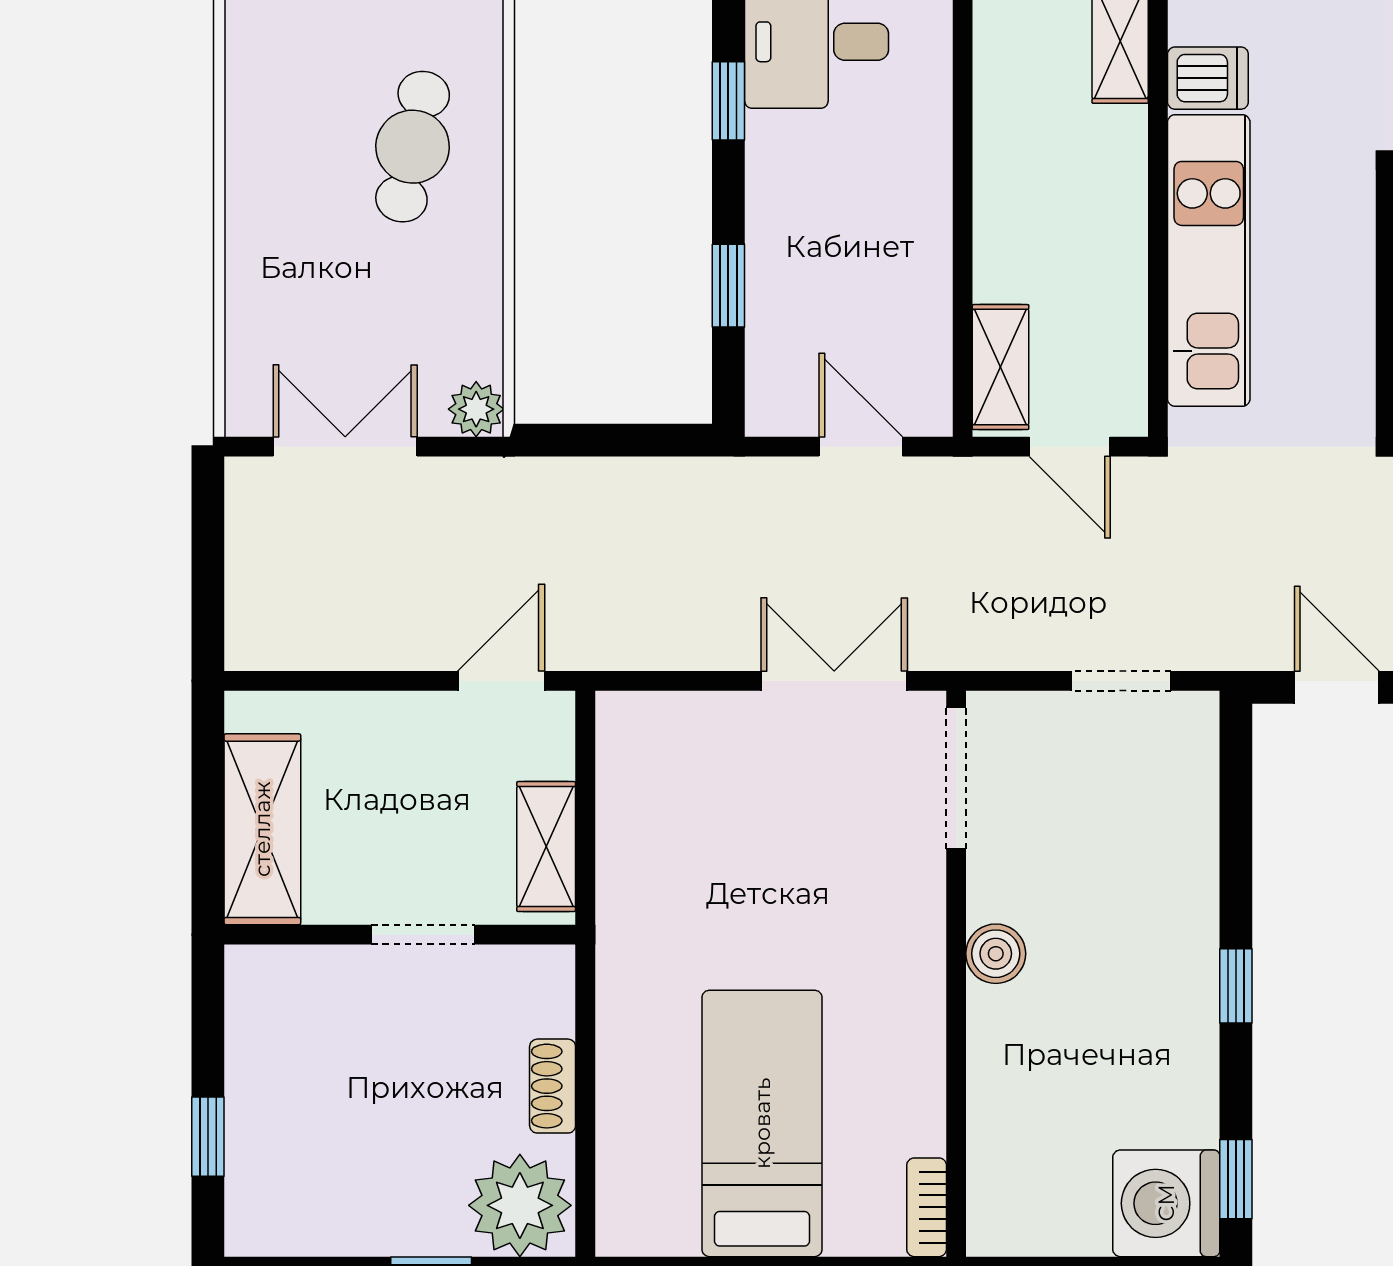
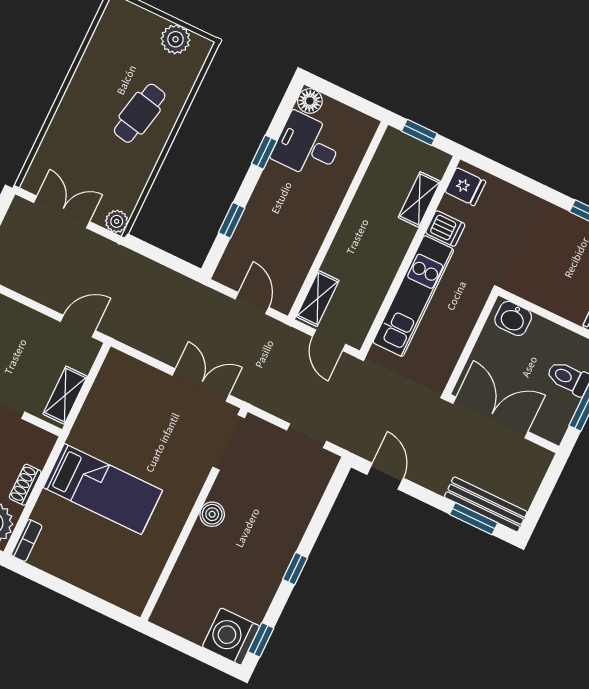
bed: (762, 1123) -> (103, 489), moved, turned 90
bookcase: (927, 1207) -> (27, 540), moved, turned 180

